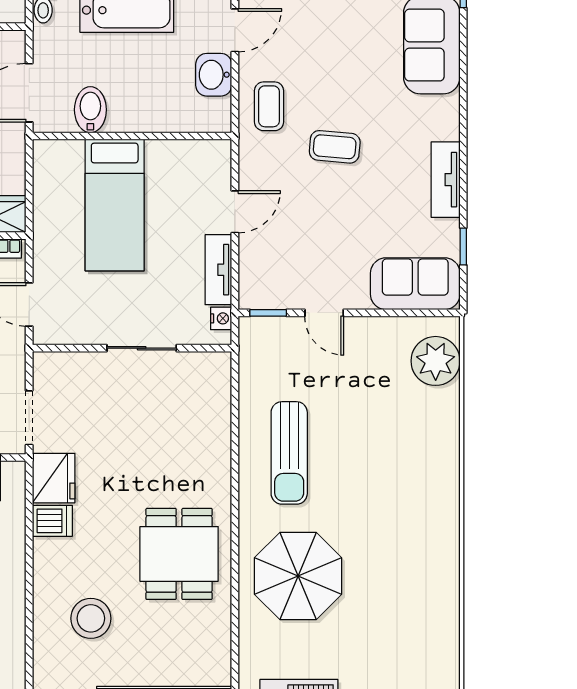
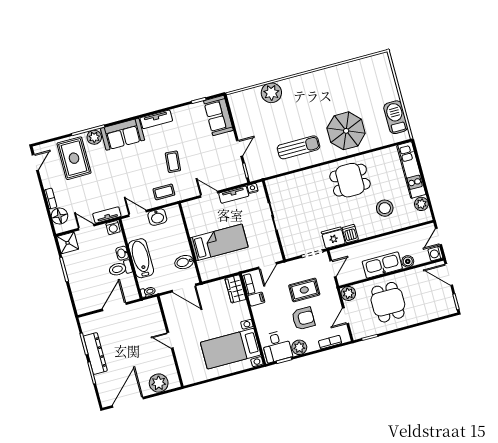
tv unit: (446, 180) -> (156, 119), moved
plant: (436, 361) -> (271, 93), moved

